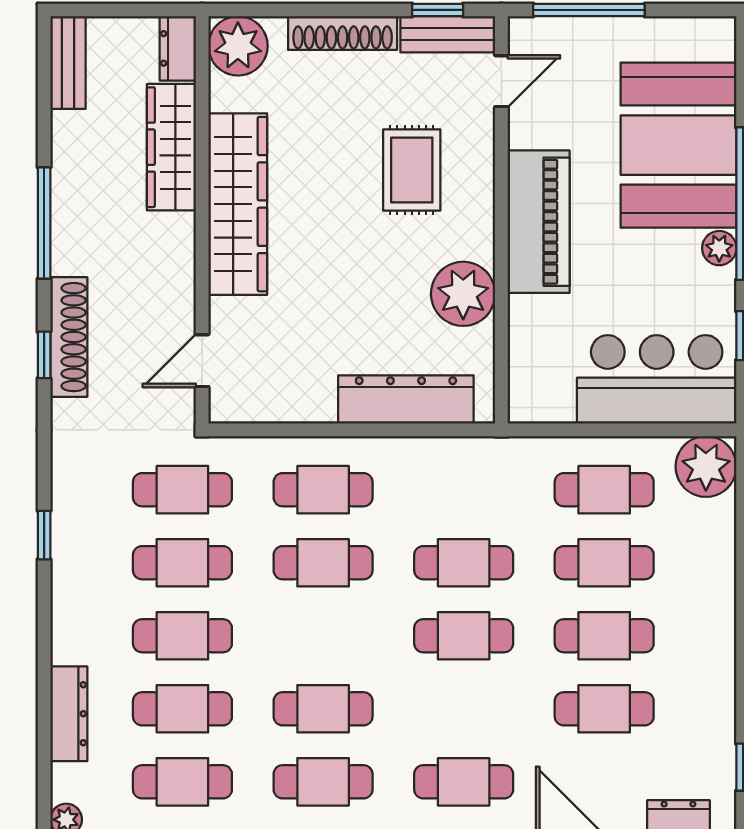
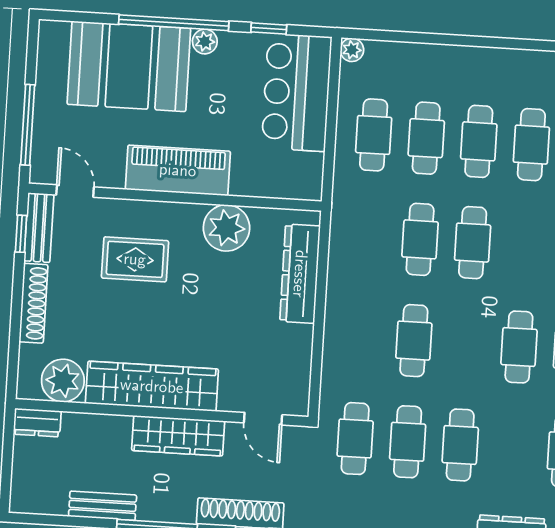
plant: (238, 46) -> (63, 381), moved
bench: (68, 63) -> (103, 506), moved
wardrobe: (171, 147) -> (178, 436), moved
plant: (706, 467) -> (352, 50), width x0.53, depth x0.53
cafe table: (323, 490) -> (361, 337), removed
cafe table: (182, 709) -> (513, 448), removed

